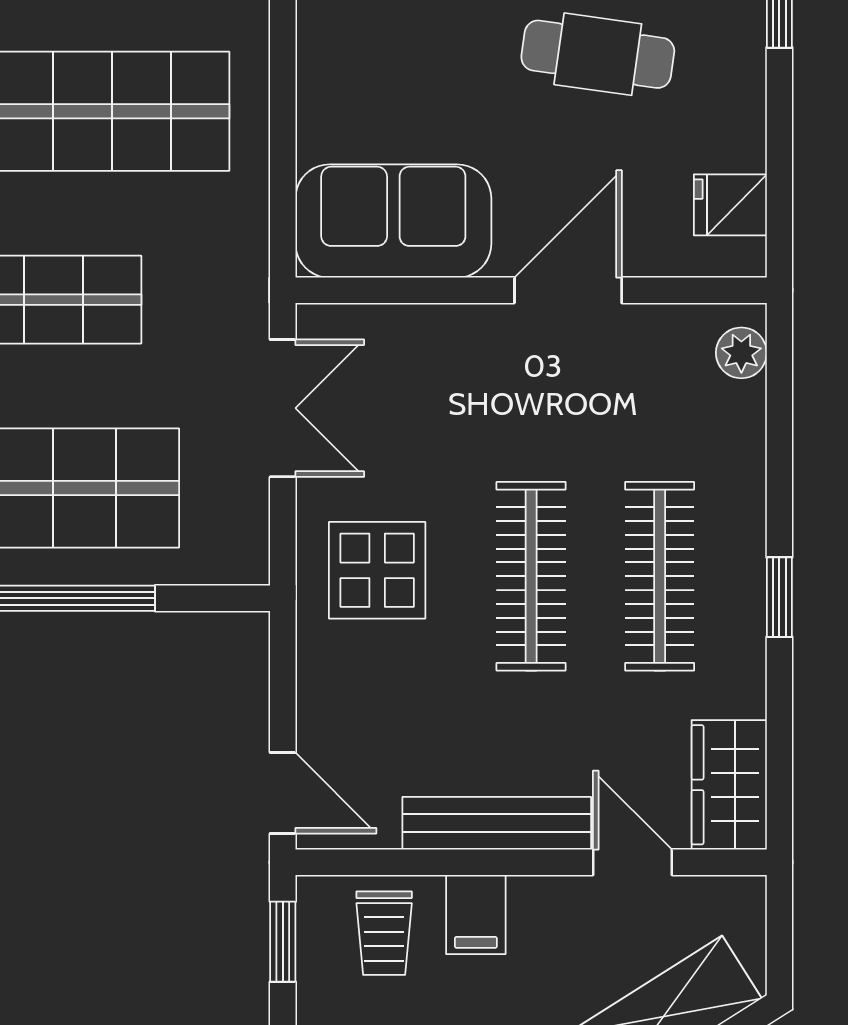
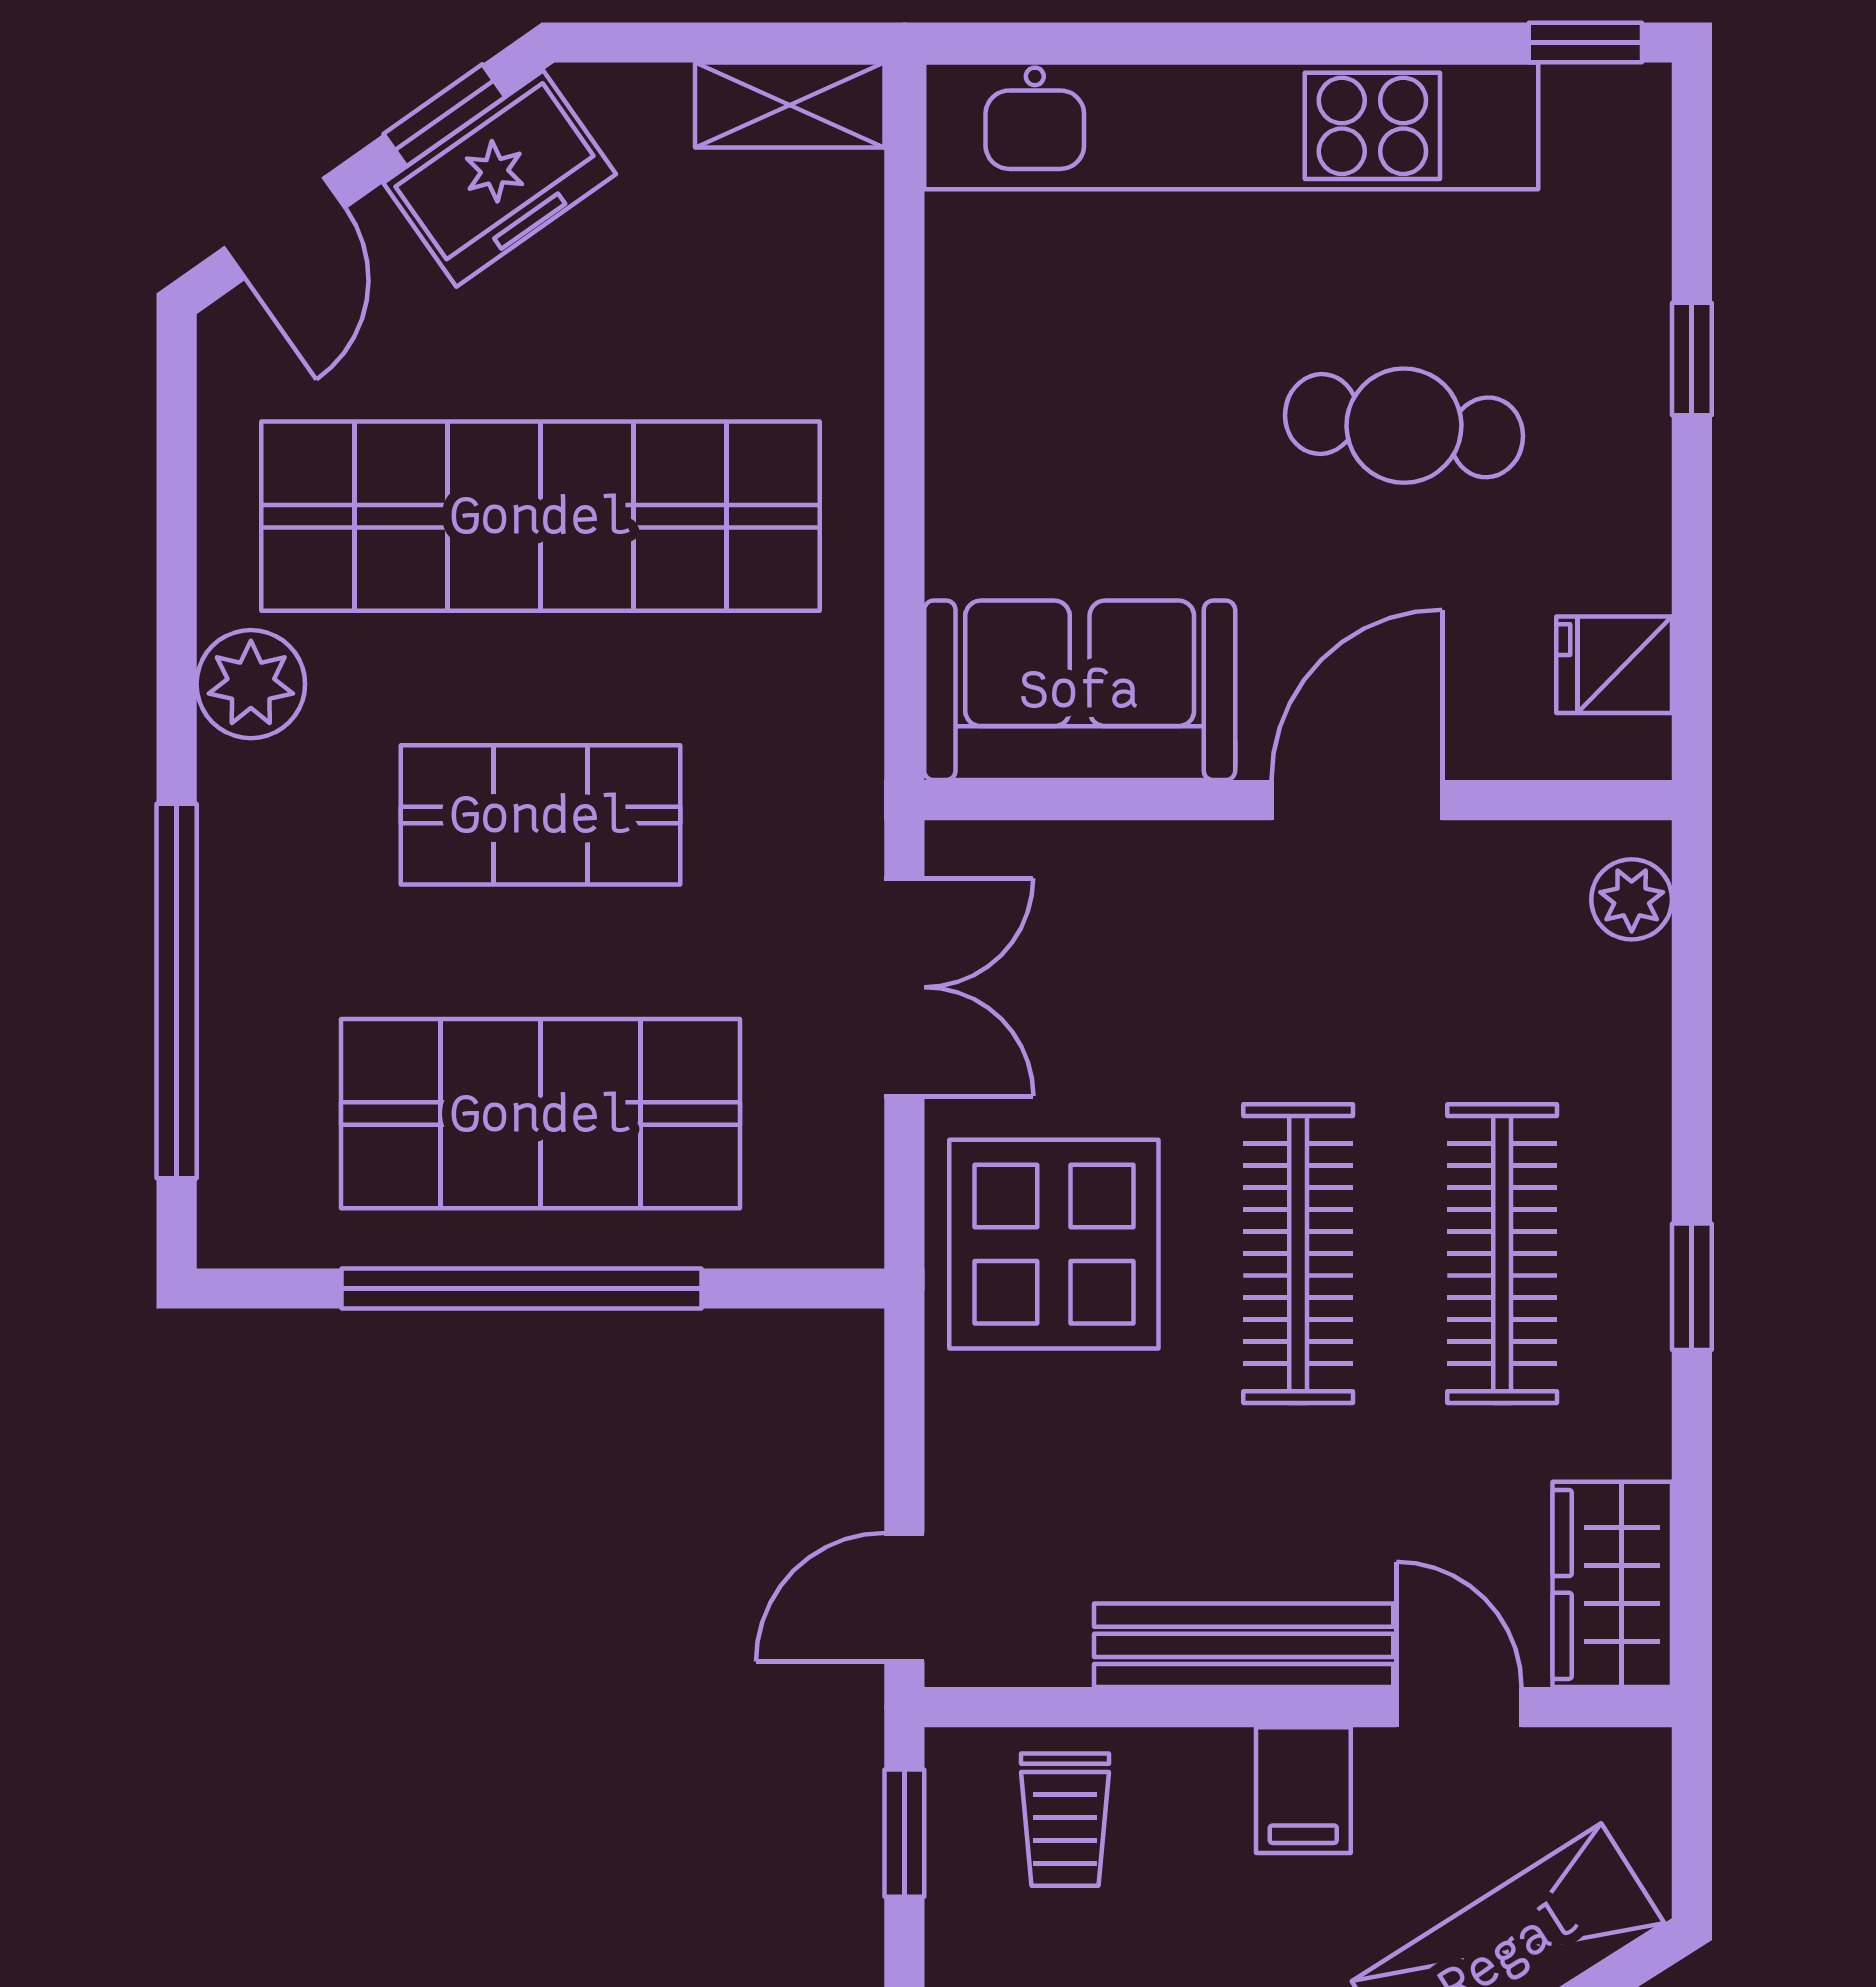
display table: (377, 570) -> (1054, 1244), width x1.36, depth x1.36
door: (283, 793) -> (904, 1597), swing flipped
filing cabinet: (476, 915) -> (1303, 1790), moved

